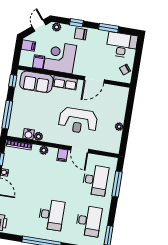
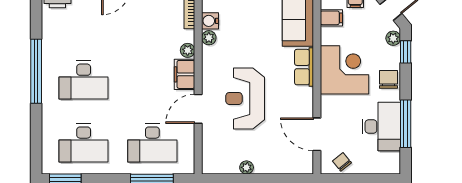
window: (76, 23) -> (406, 52), moved
window: (109, 28) -> (406, 124), width x1.44
desk: (122, 45) -> (381, 126), moved
corner desk: (60, 57) -> (344, 70), moved
door: (94, 80) -> (317, 134), moved
filing cabinet: (62, 155) -> (184, 74), width x2.00

